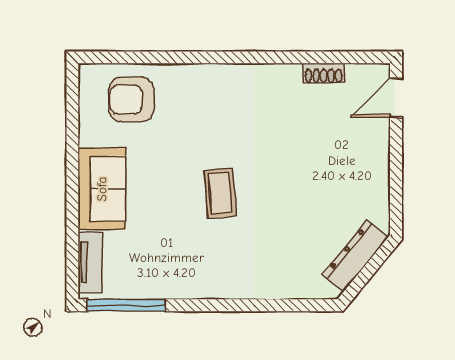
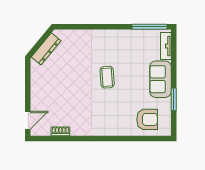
window: (72, 144) -> (174, 99), added

